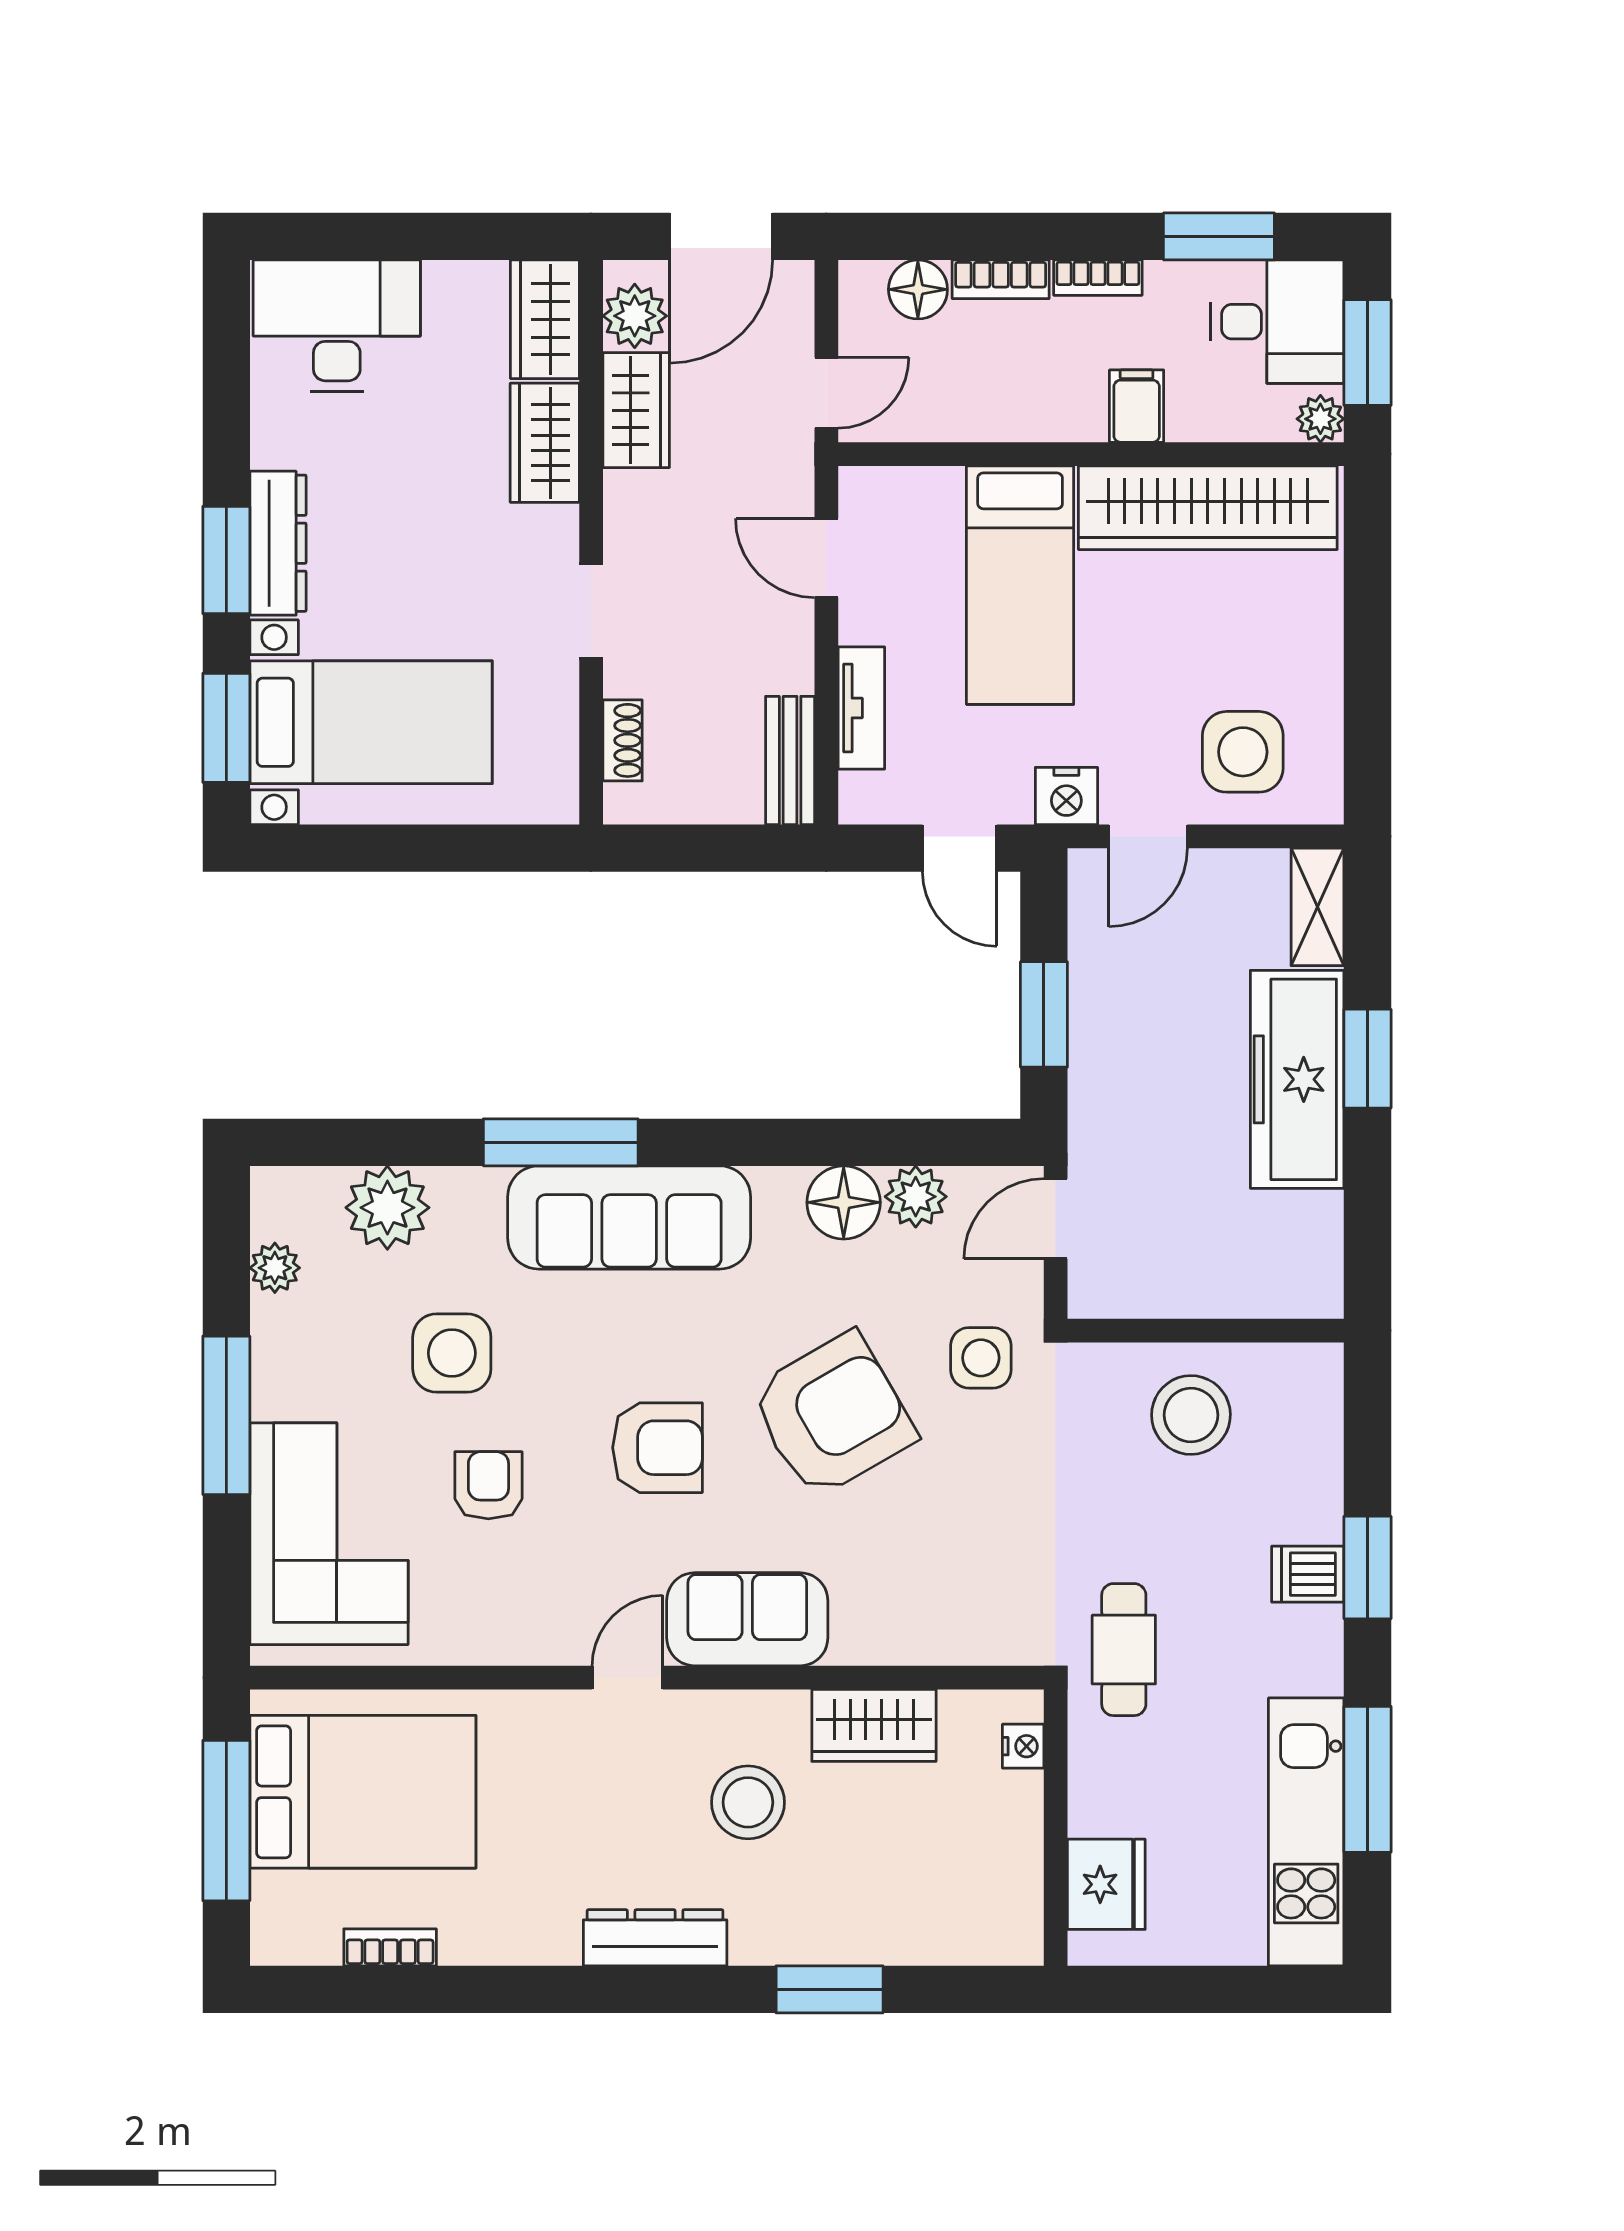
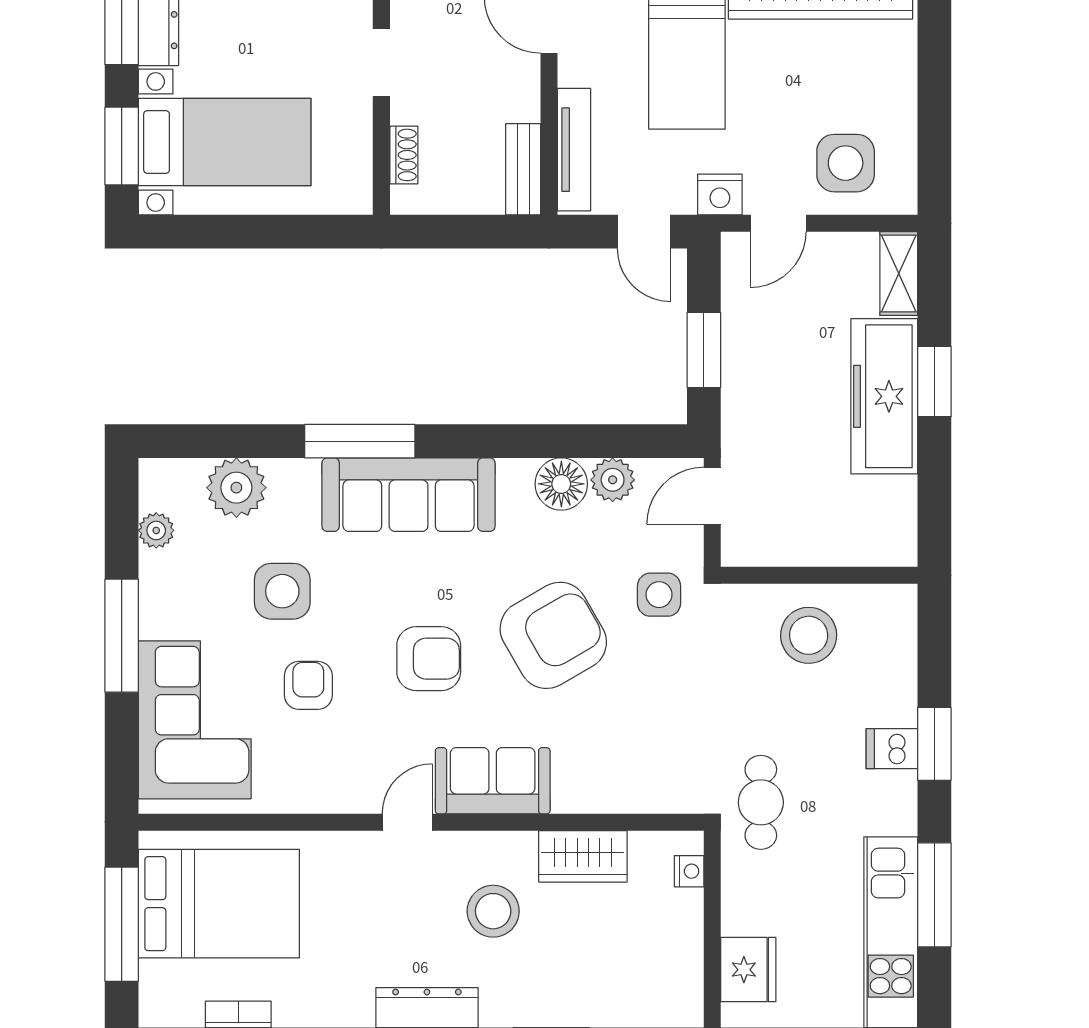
tv unit: (861, 708) -> (574, 150), width x1.41

